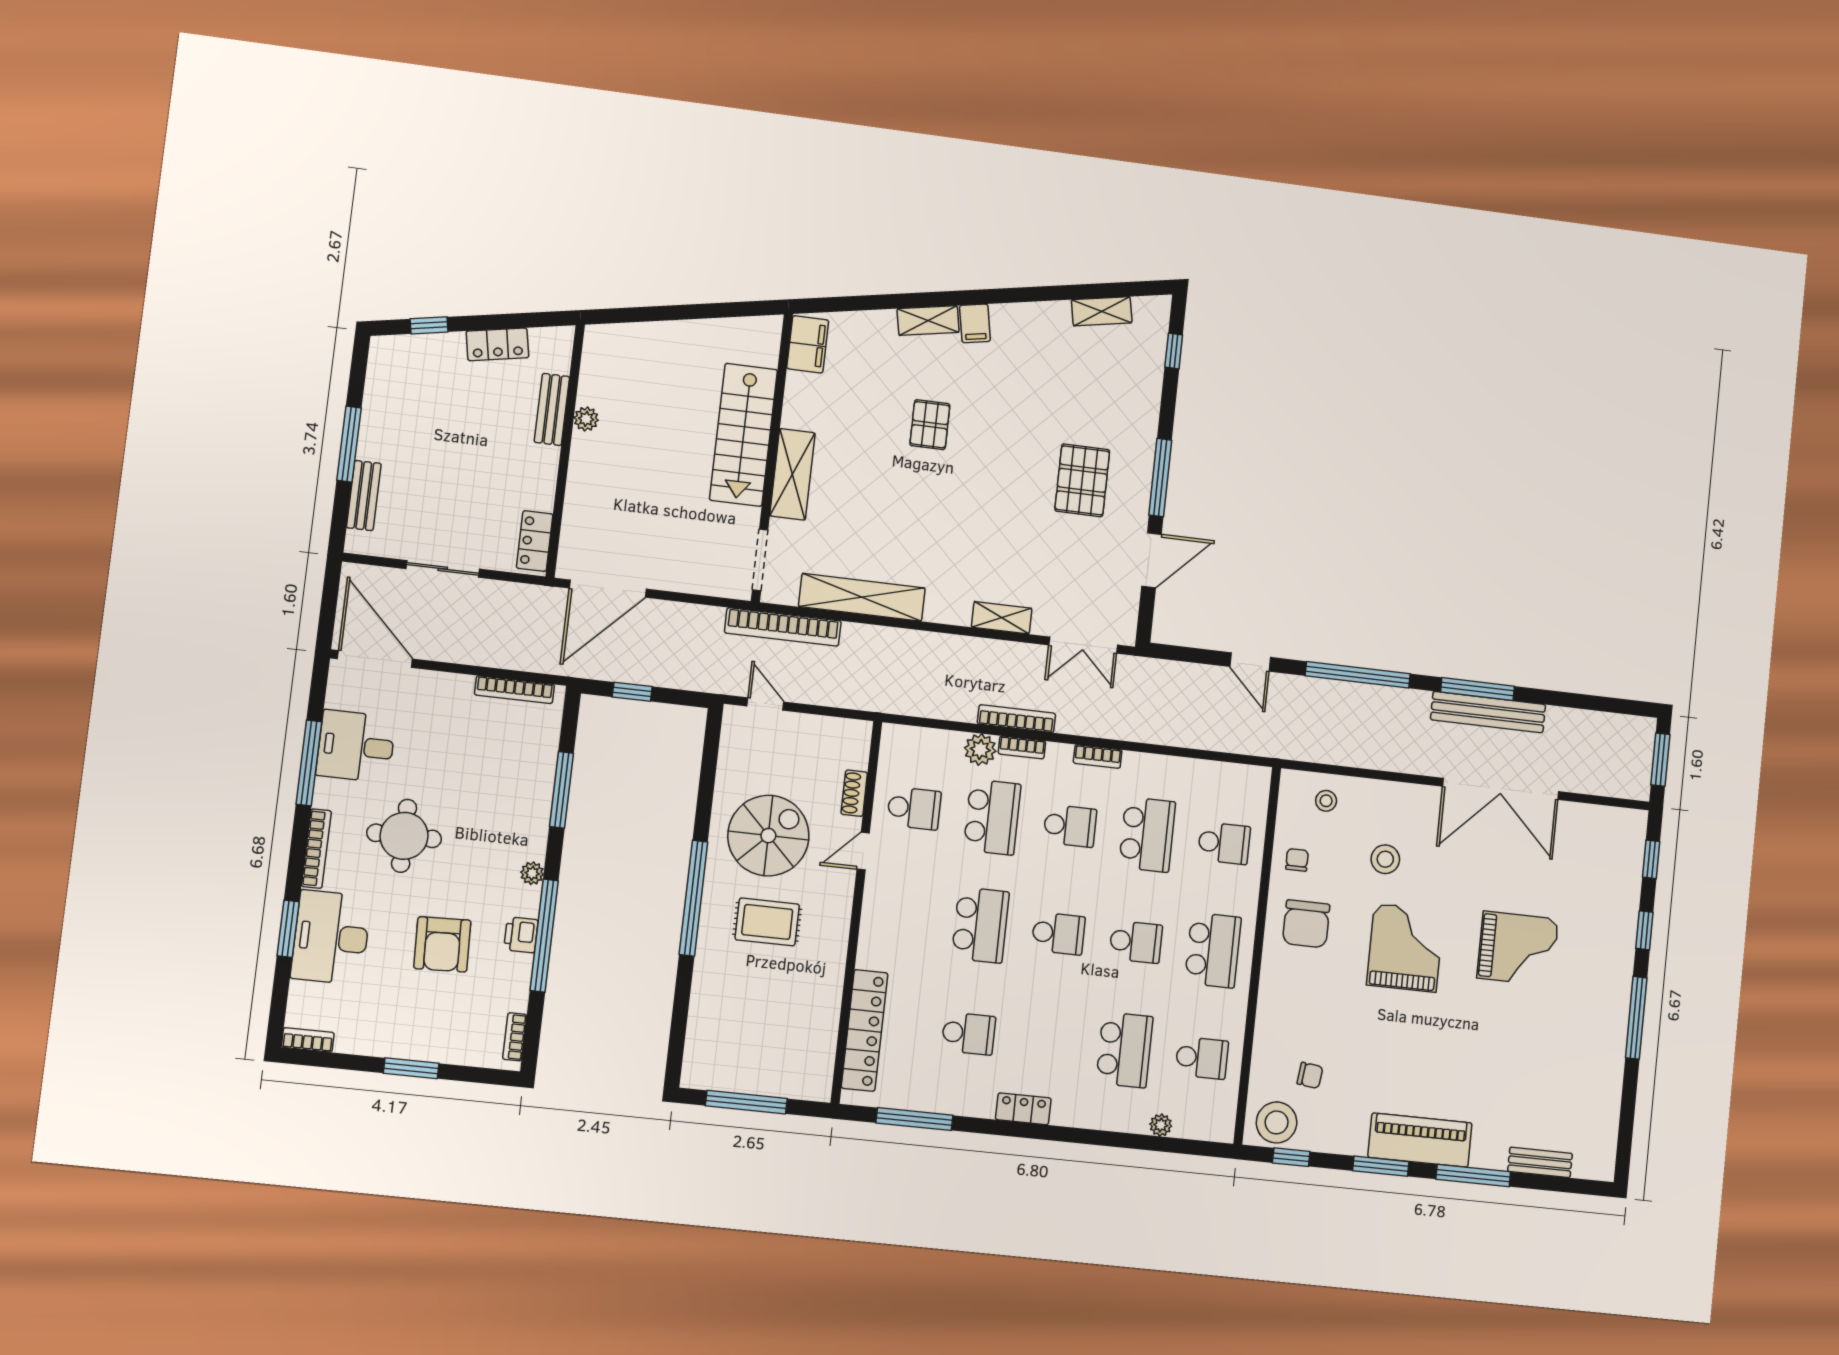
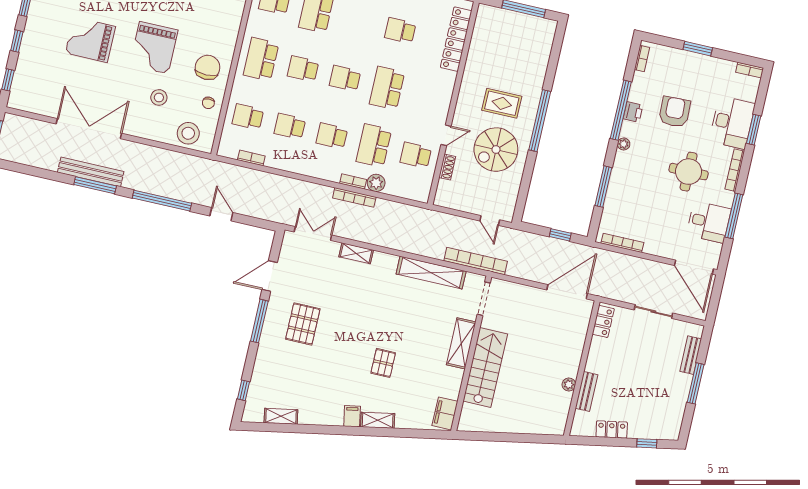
bookcase: (1098, 756) -> (251, 158), moved
stool: (1326, 801) -> (188, 133), width x1.89, depth x1.89
school desk: (1147, 835) -> (290, 126), width x0.54

